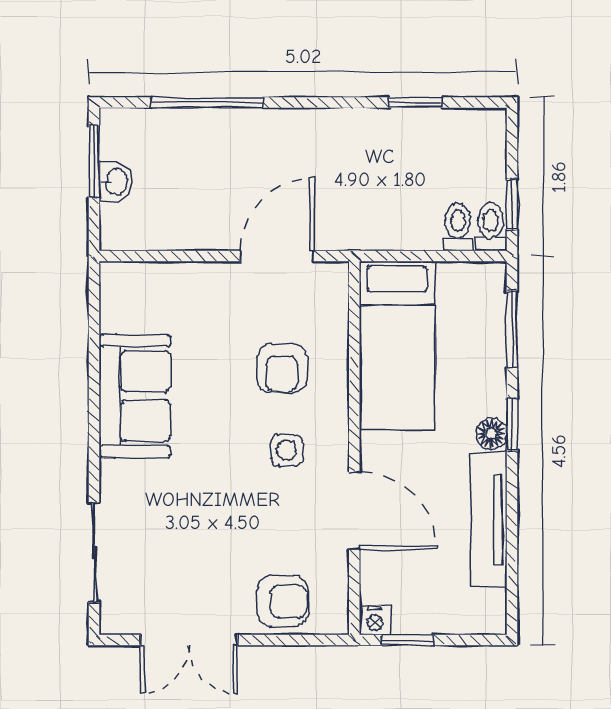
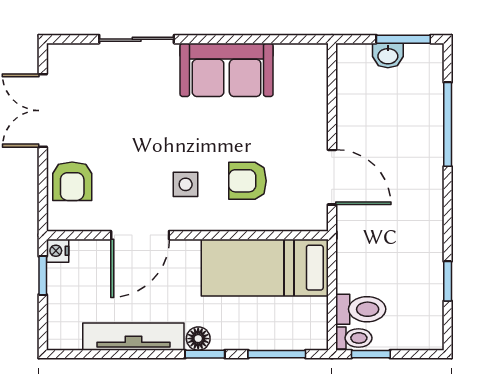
toilet: (458, 227) -> (361, 309), width x1.37, depth x1.39
sliding door: (94, 553) -> (137, 39), moved

